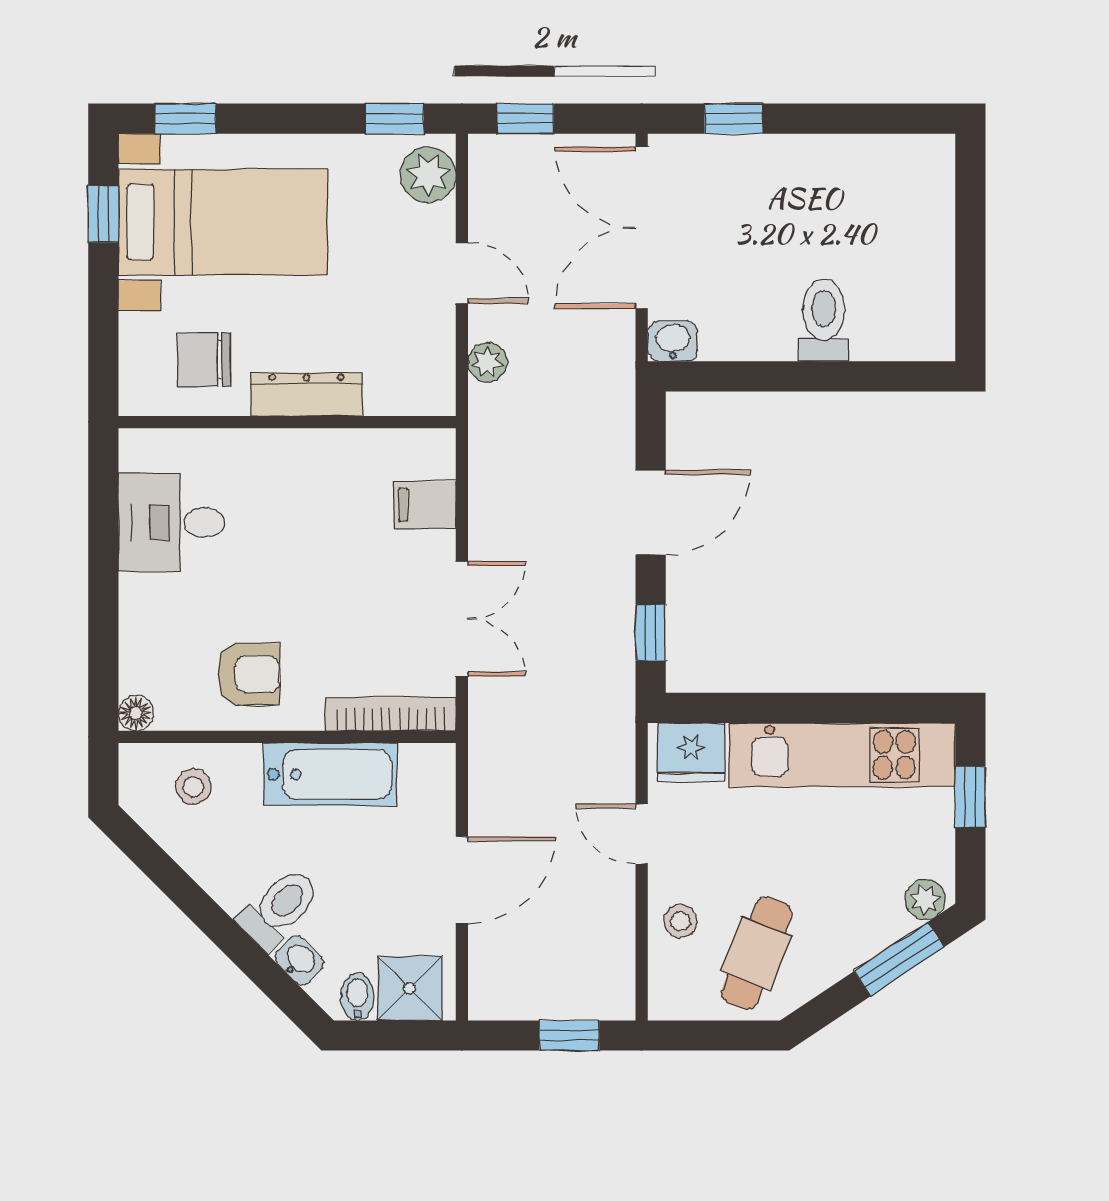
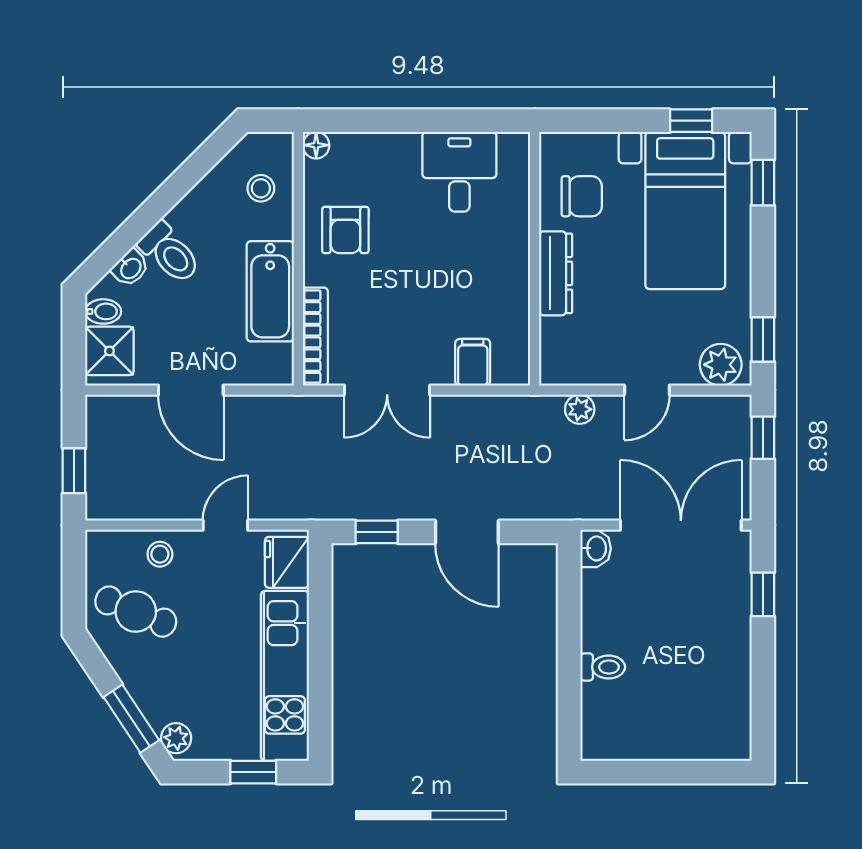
toilet: (824, 320) -> (603, 667), width x0.73, depth x0.72
chair: (204, 360) -> (582, 196), turned 90

